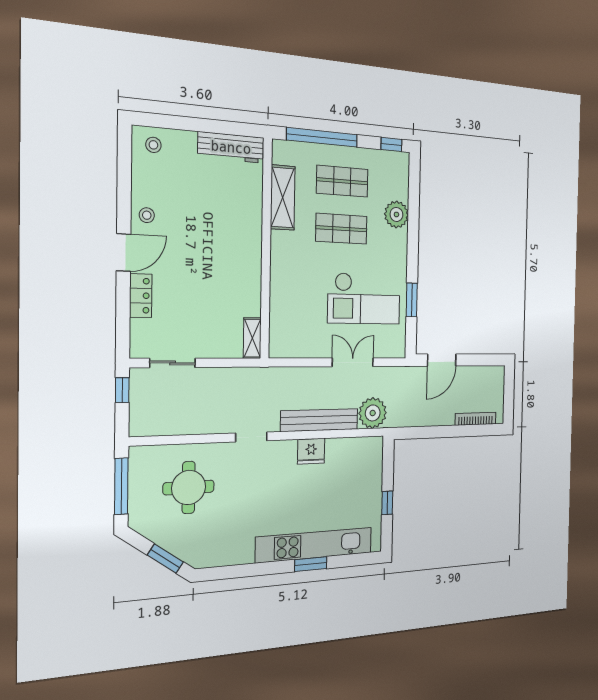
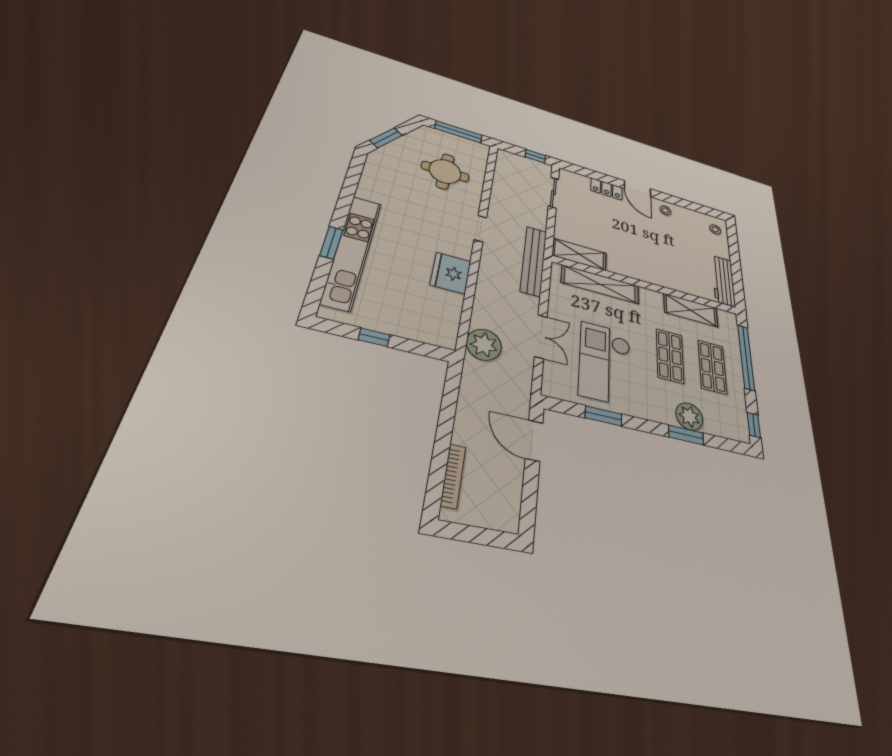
window: (413, 220) -> (686, 435), added
shelving: (280, 303) -> (600, 284), added
shelving: (252, 338) -> (579, 254), width x1.50, depth x1.33
bench: (320, 420) -> (534, 261), moved
fridge: (311, 451) -> (451, 273), width x1.36, depth x1.34

